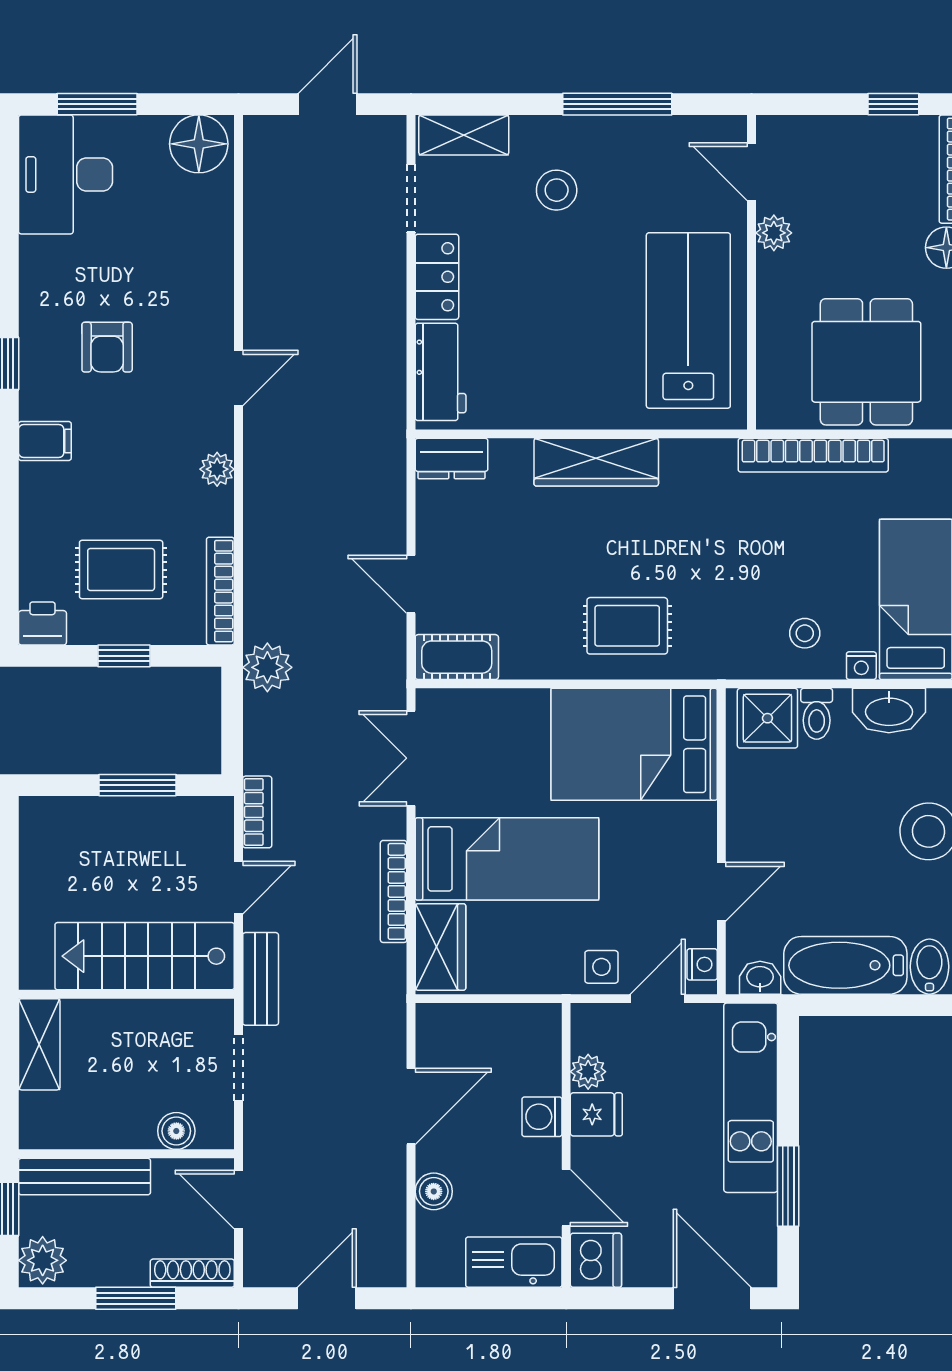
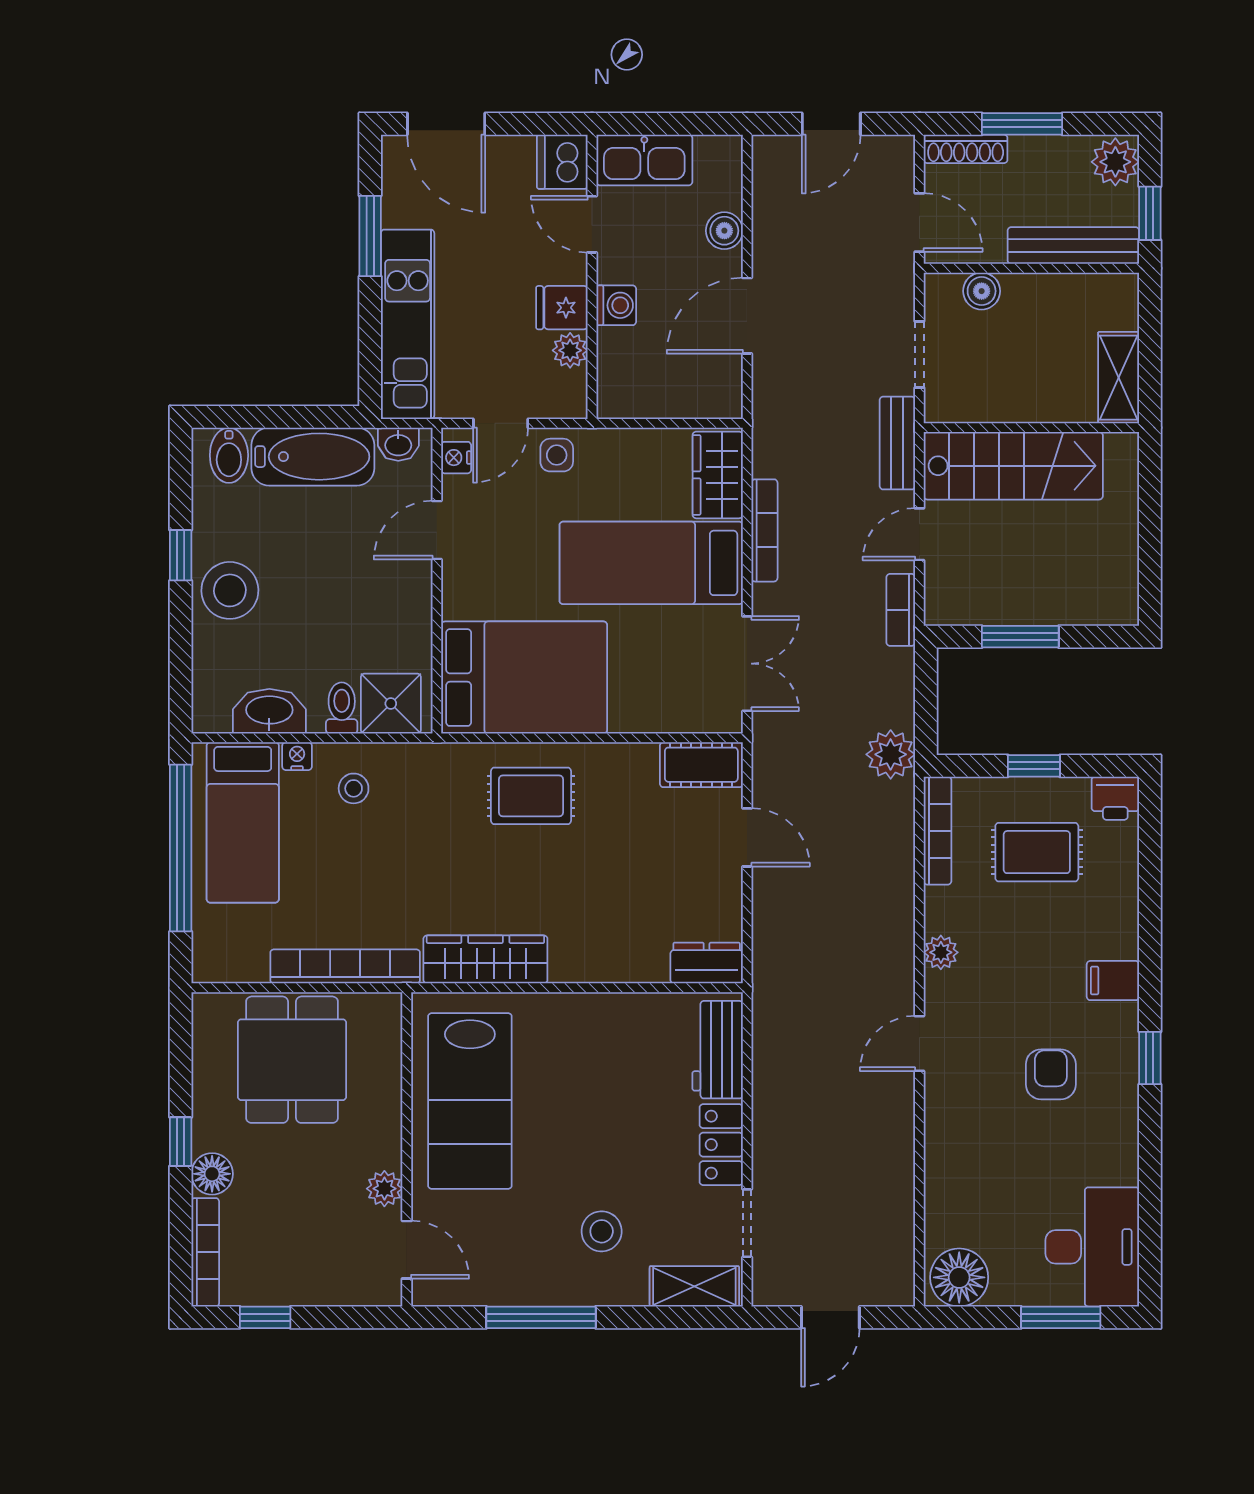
wardrobe: (596, 462) -> (485, 959), moved

